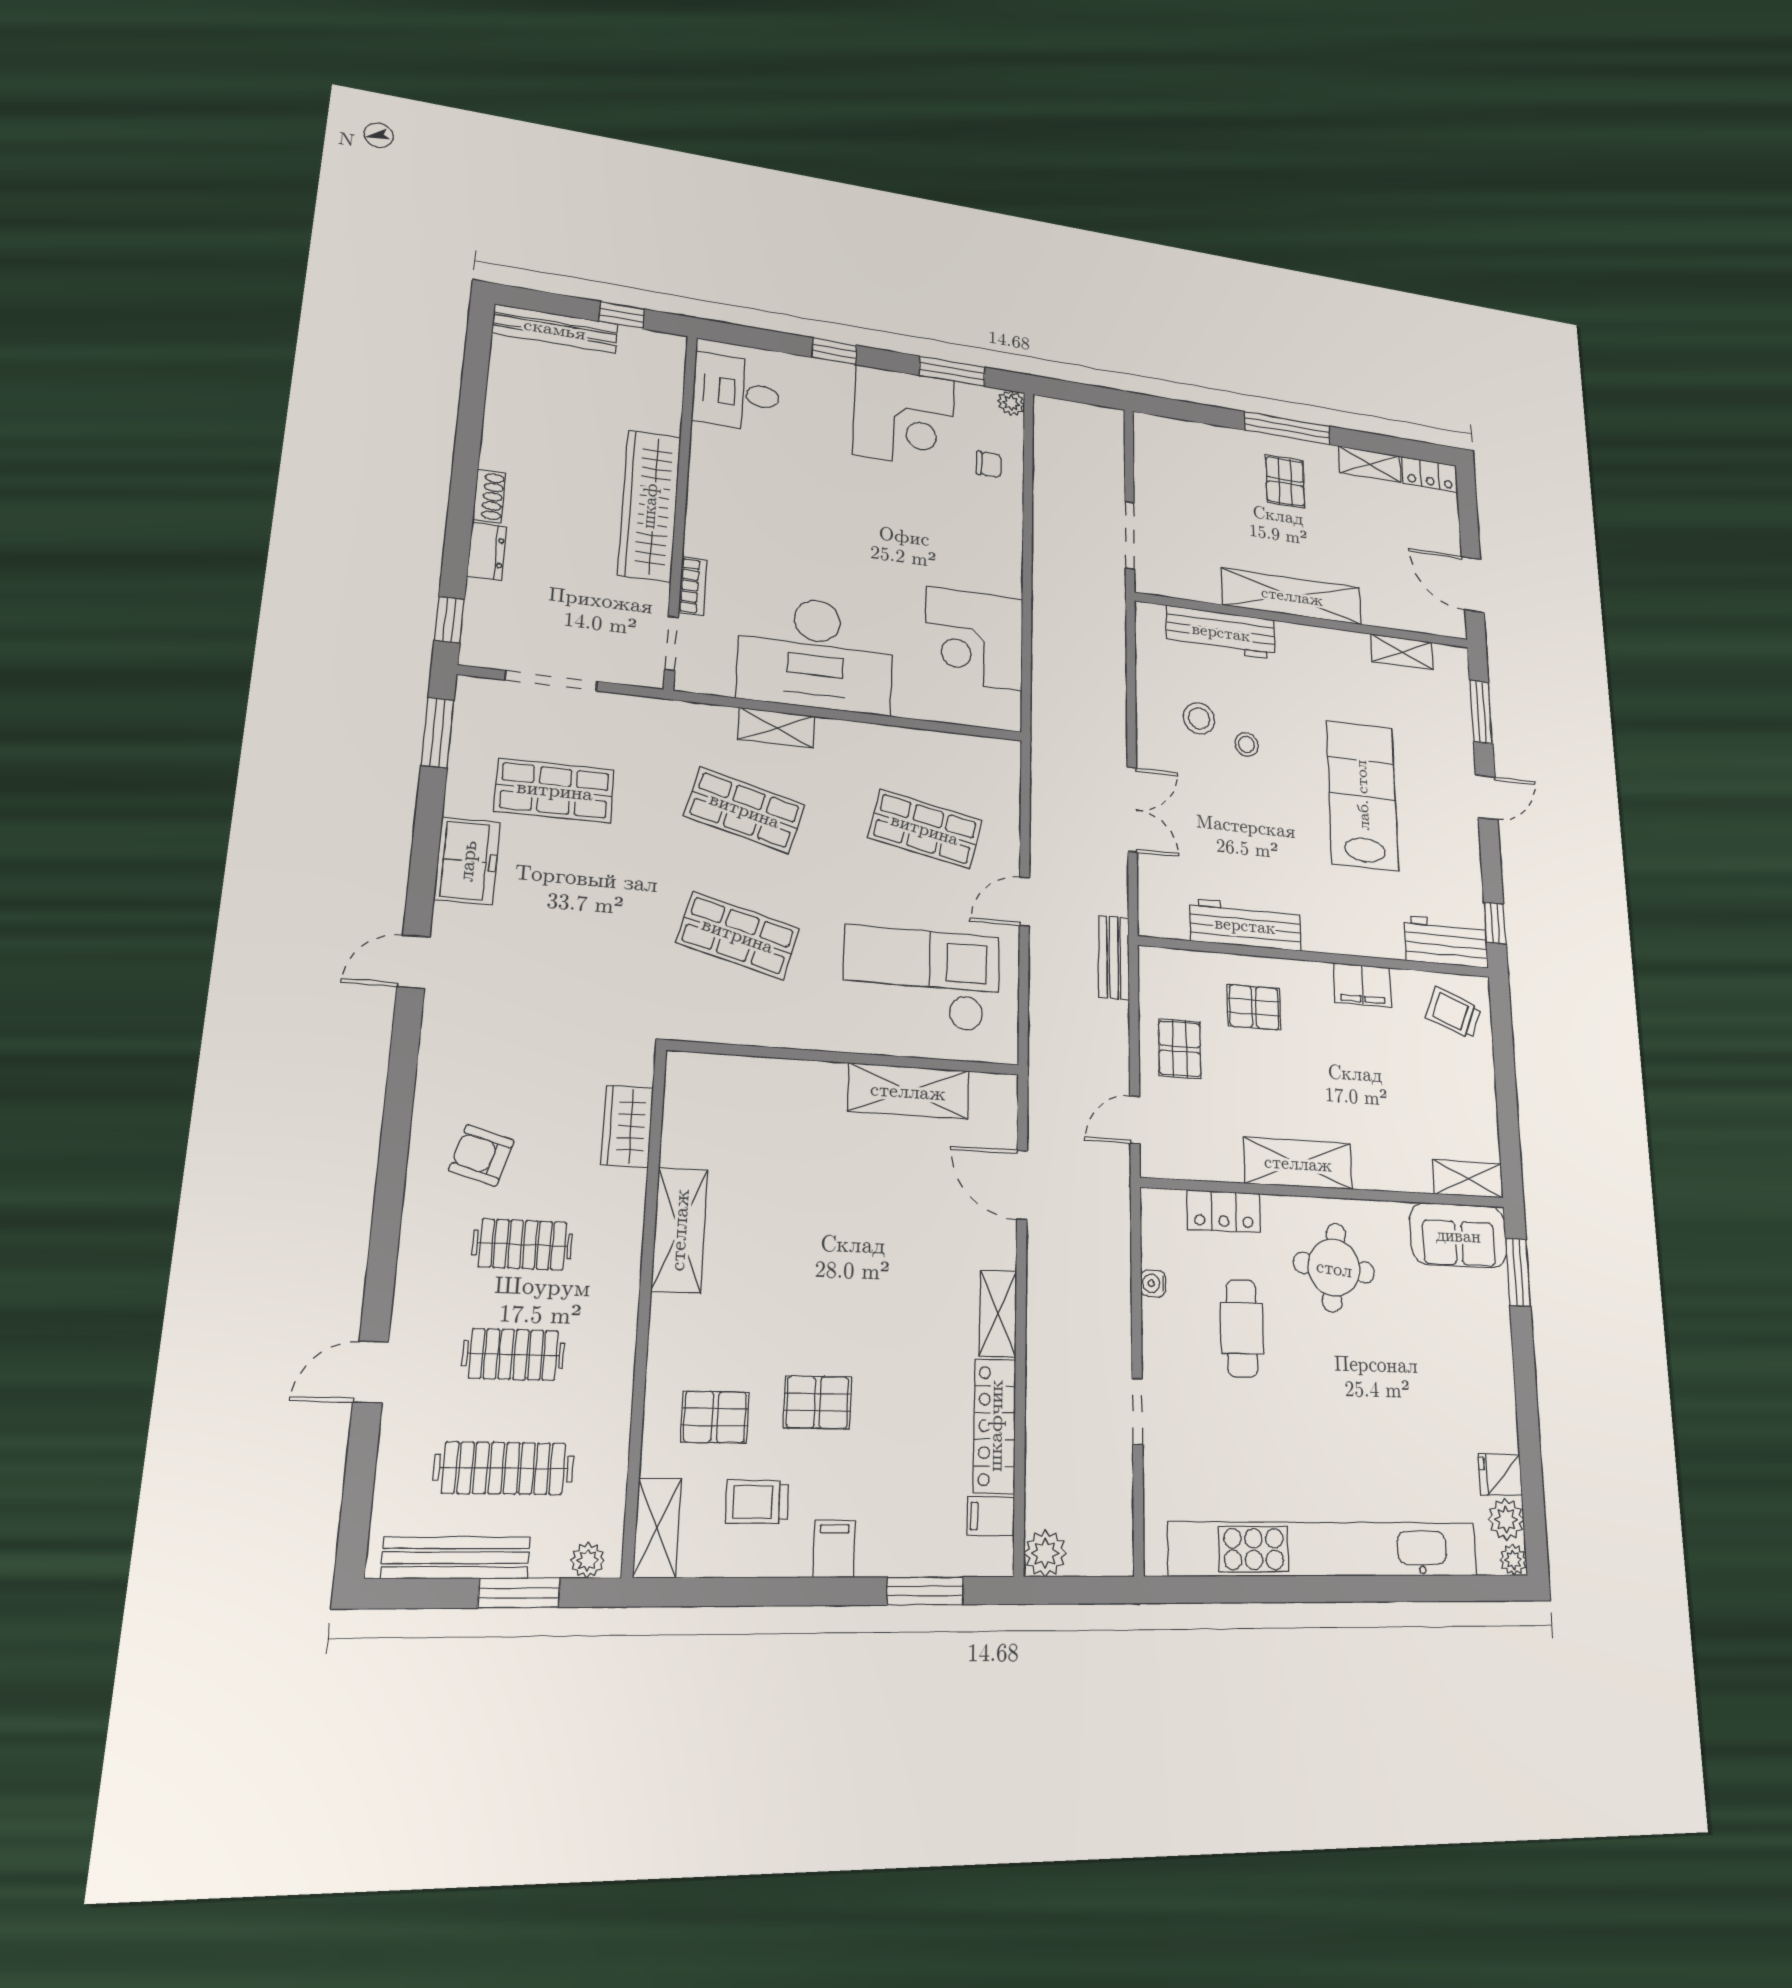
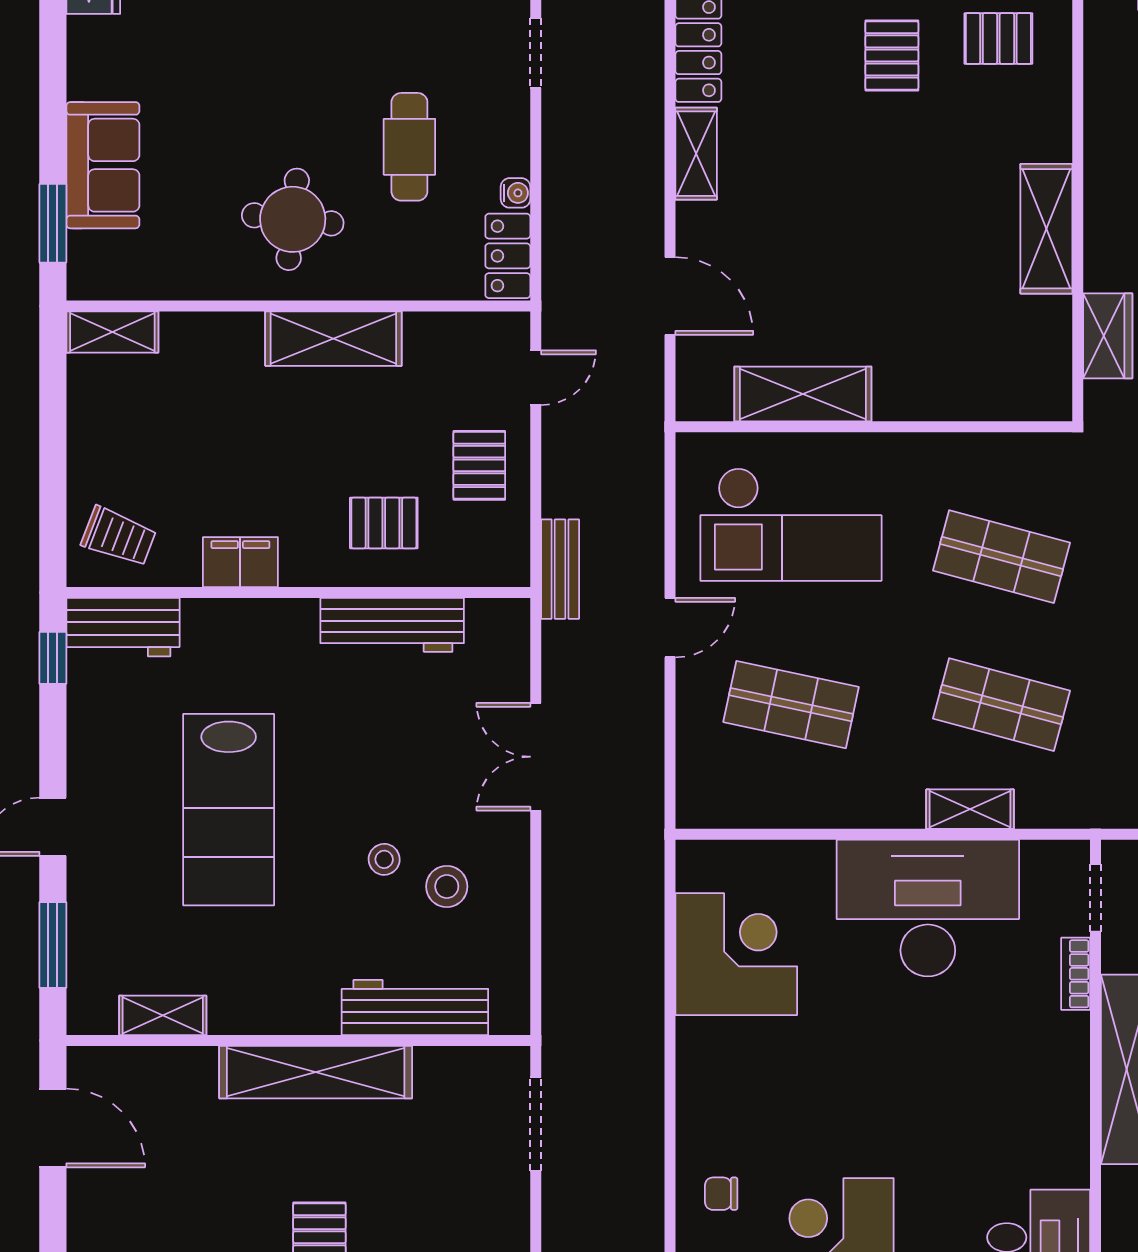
locker: (1224, 1211) -> (508, 256), moved, turned -90
sofa: (1458, 1235) -> (103, 165), moved, turned 90
pallet: (817, 1402) -> (892, 55), turned 90

